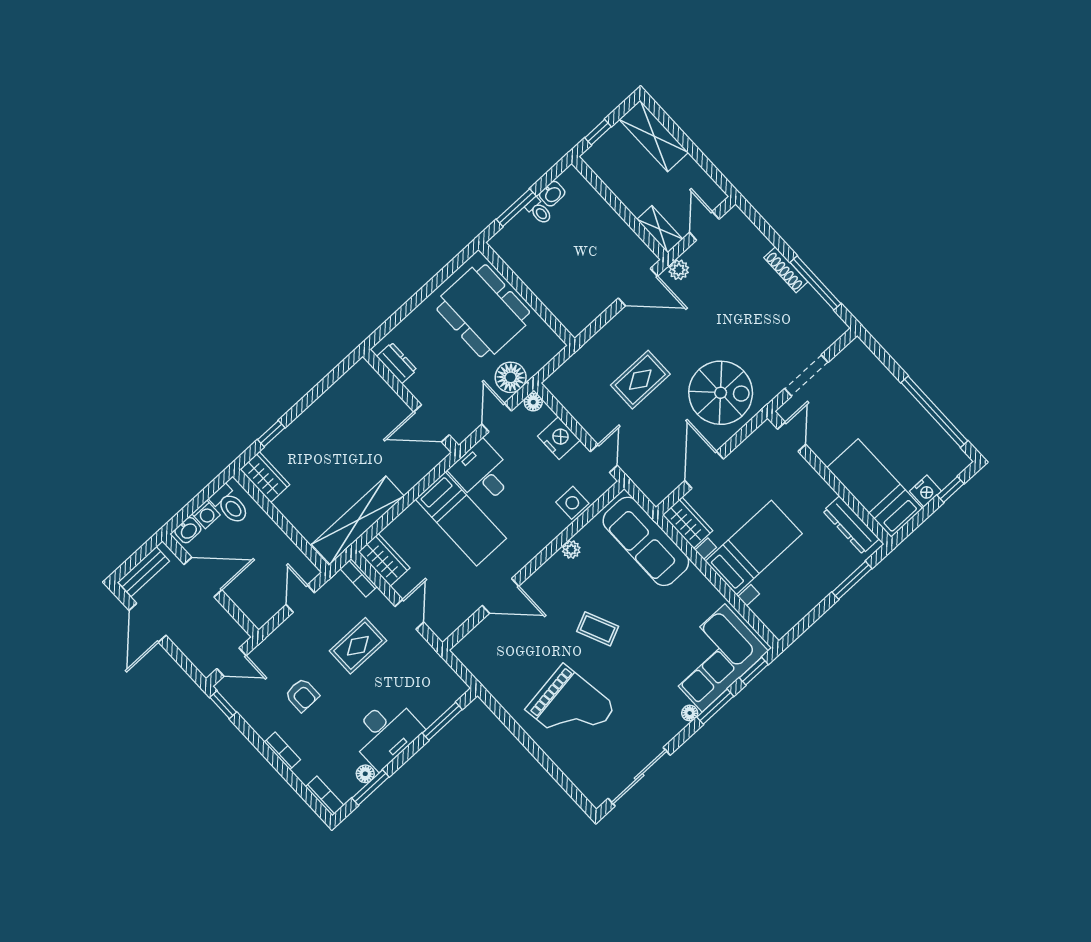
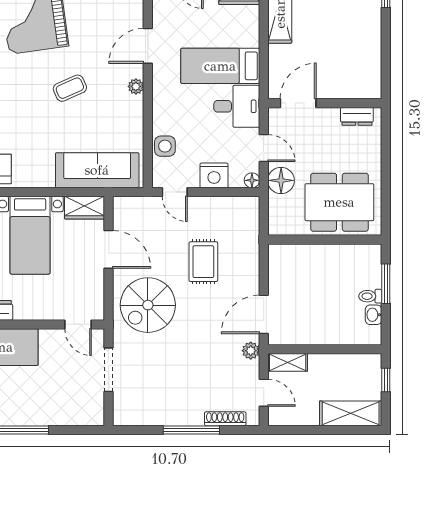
shoe rack: (786, 270) -> (225, 419), moved
window: (816, 283) -> (191, 430), moved
plant: (571, 550) -> (136, 86), moved

